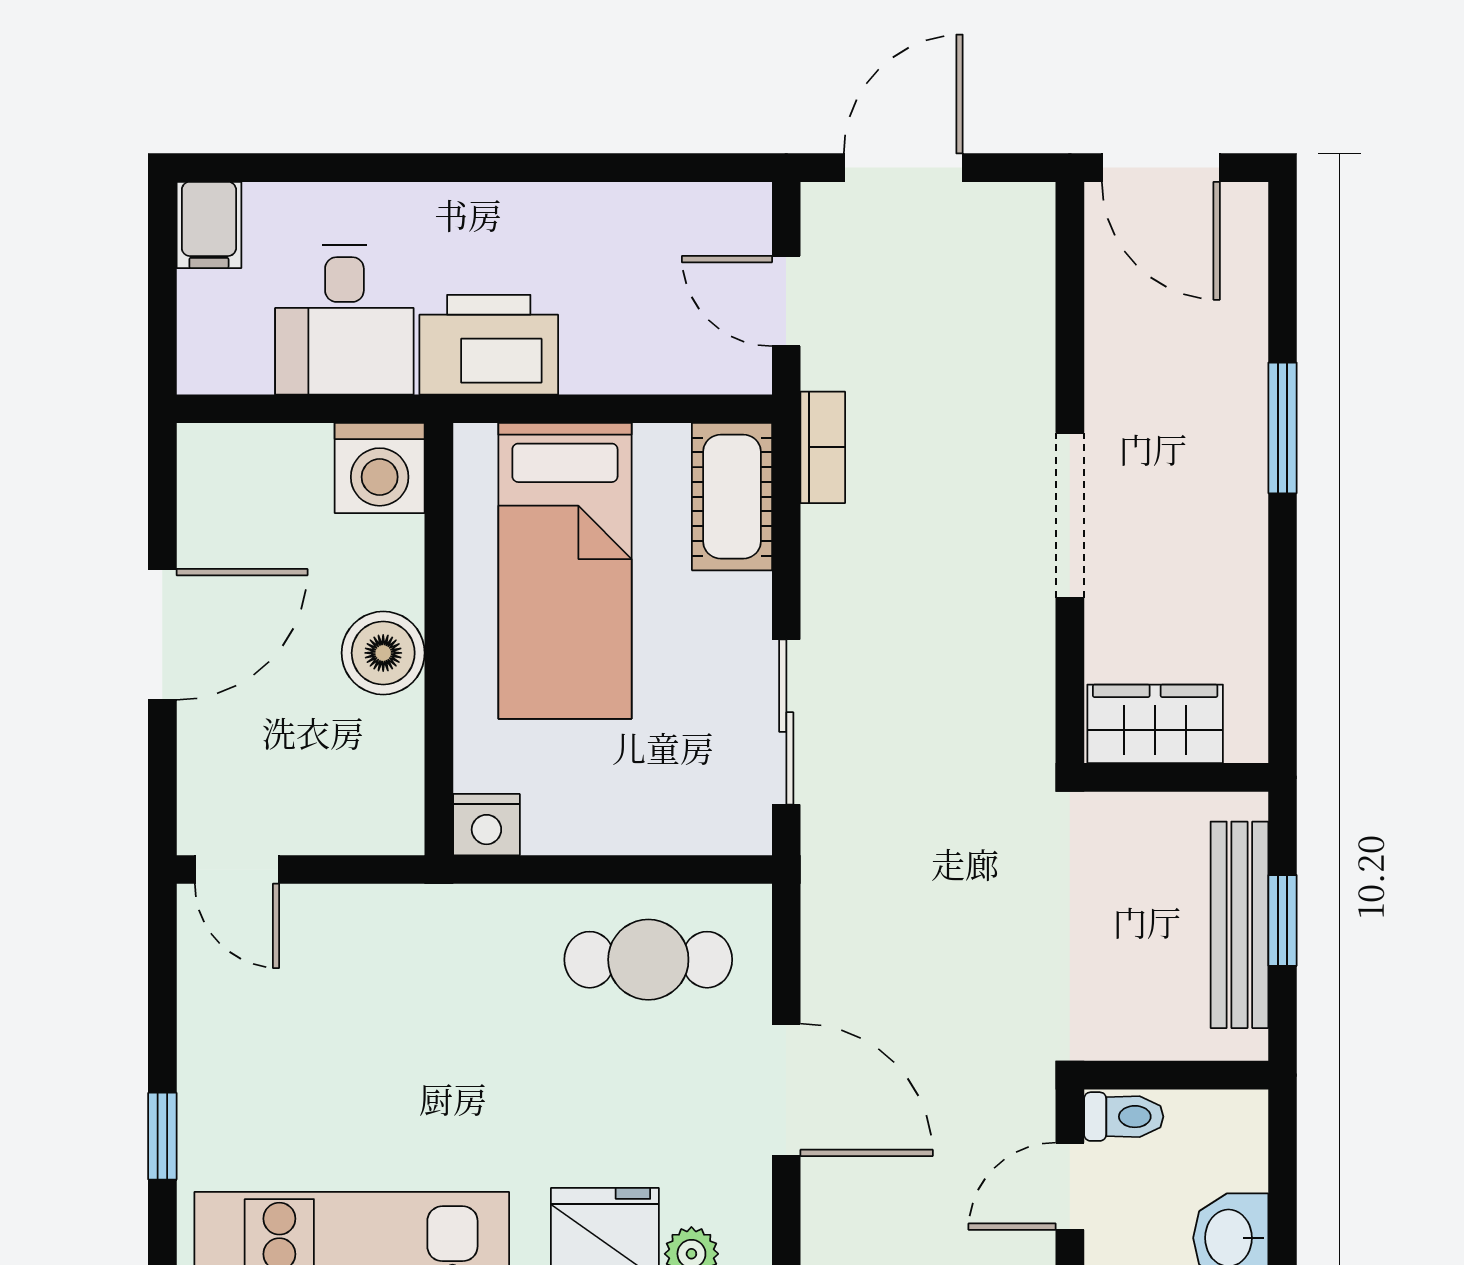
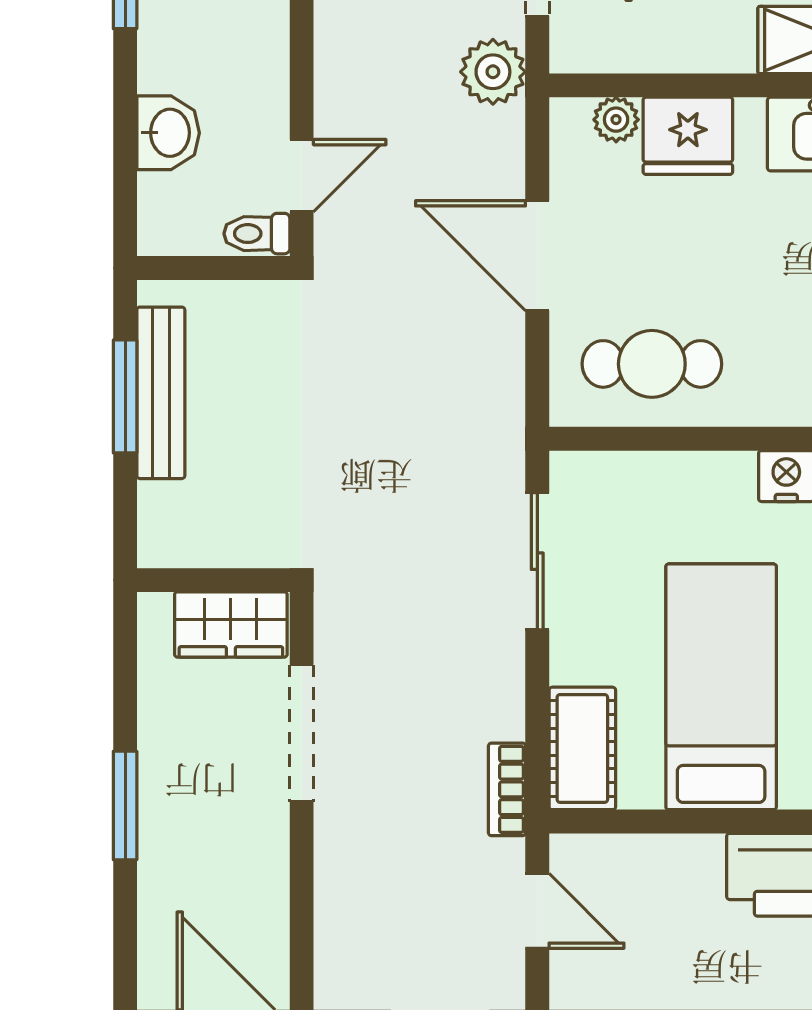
wardrobe: (1155, 724) -> (231, 624), moved
wall: (1176, 777) -> (213, 580), moved
window: (1283, 920) -> (125, 396), width x1.50

